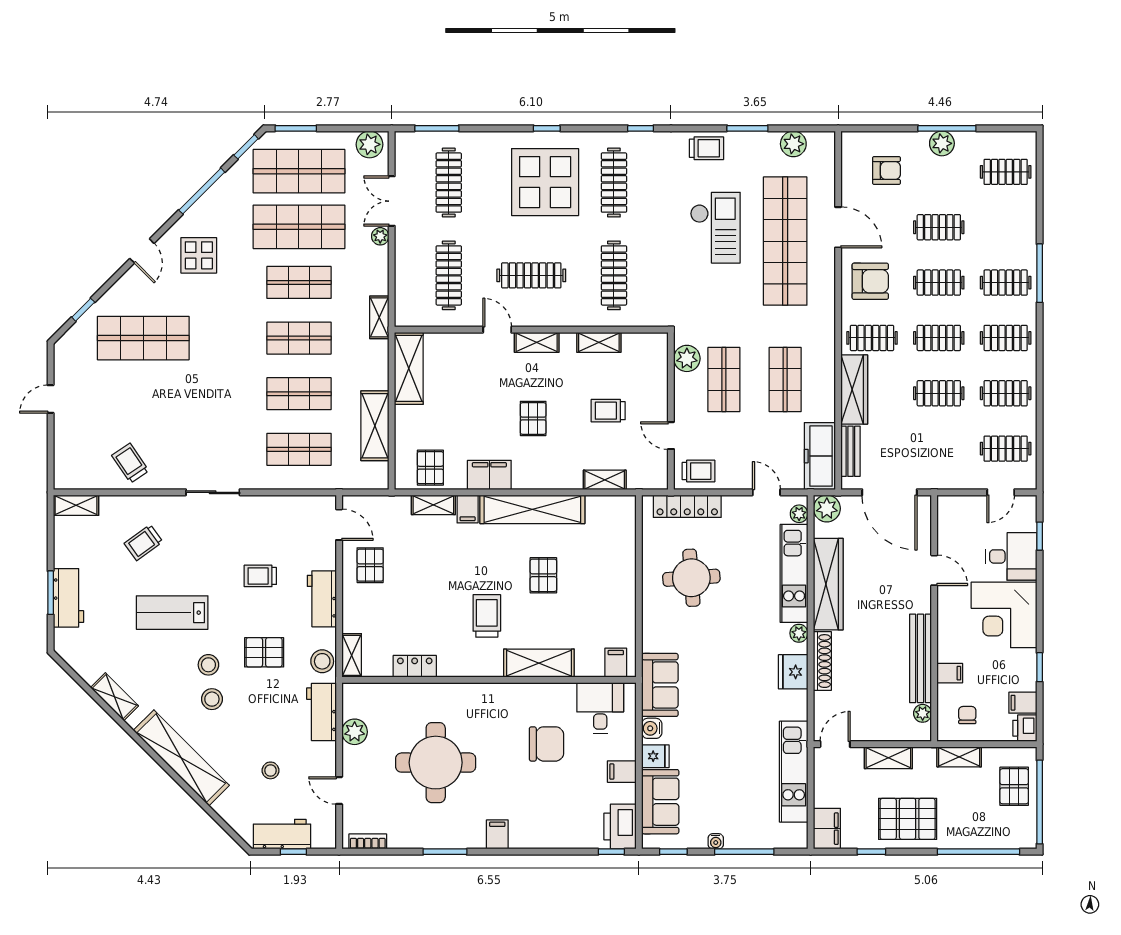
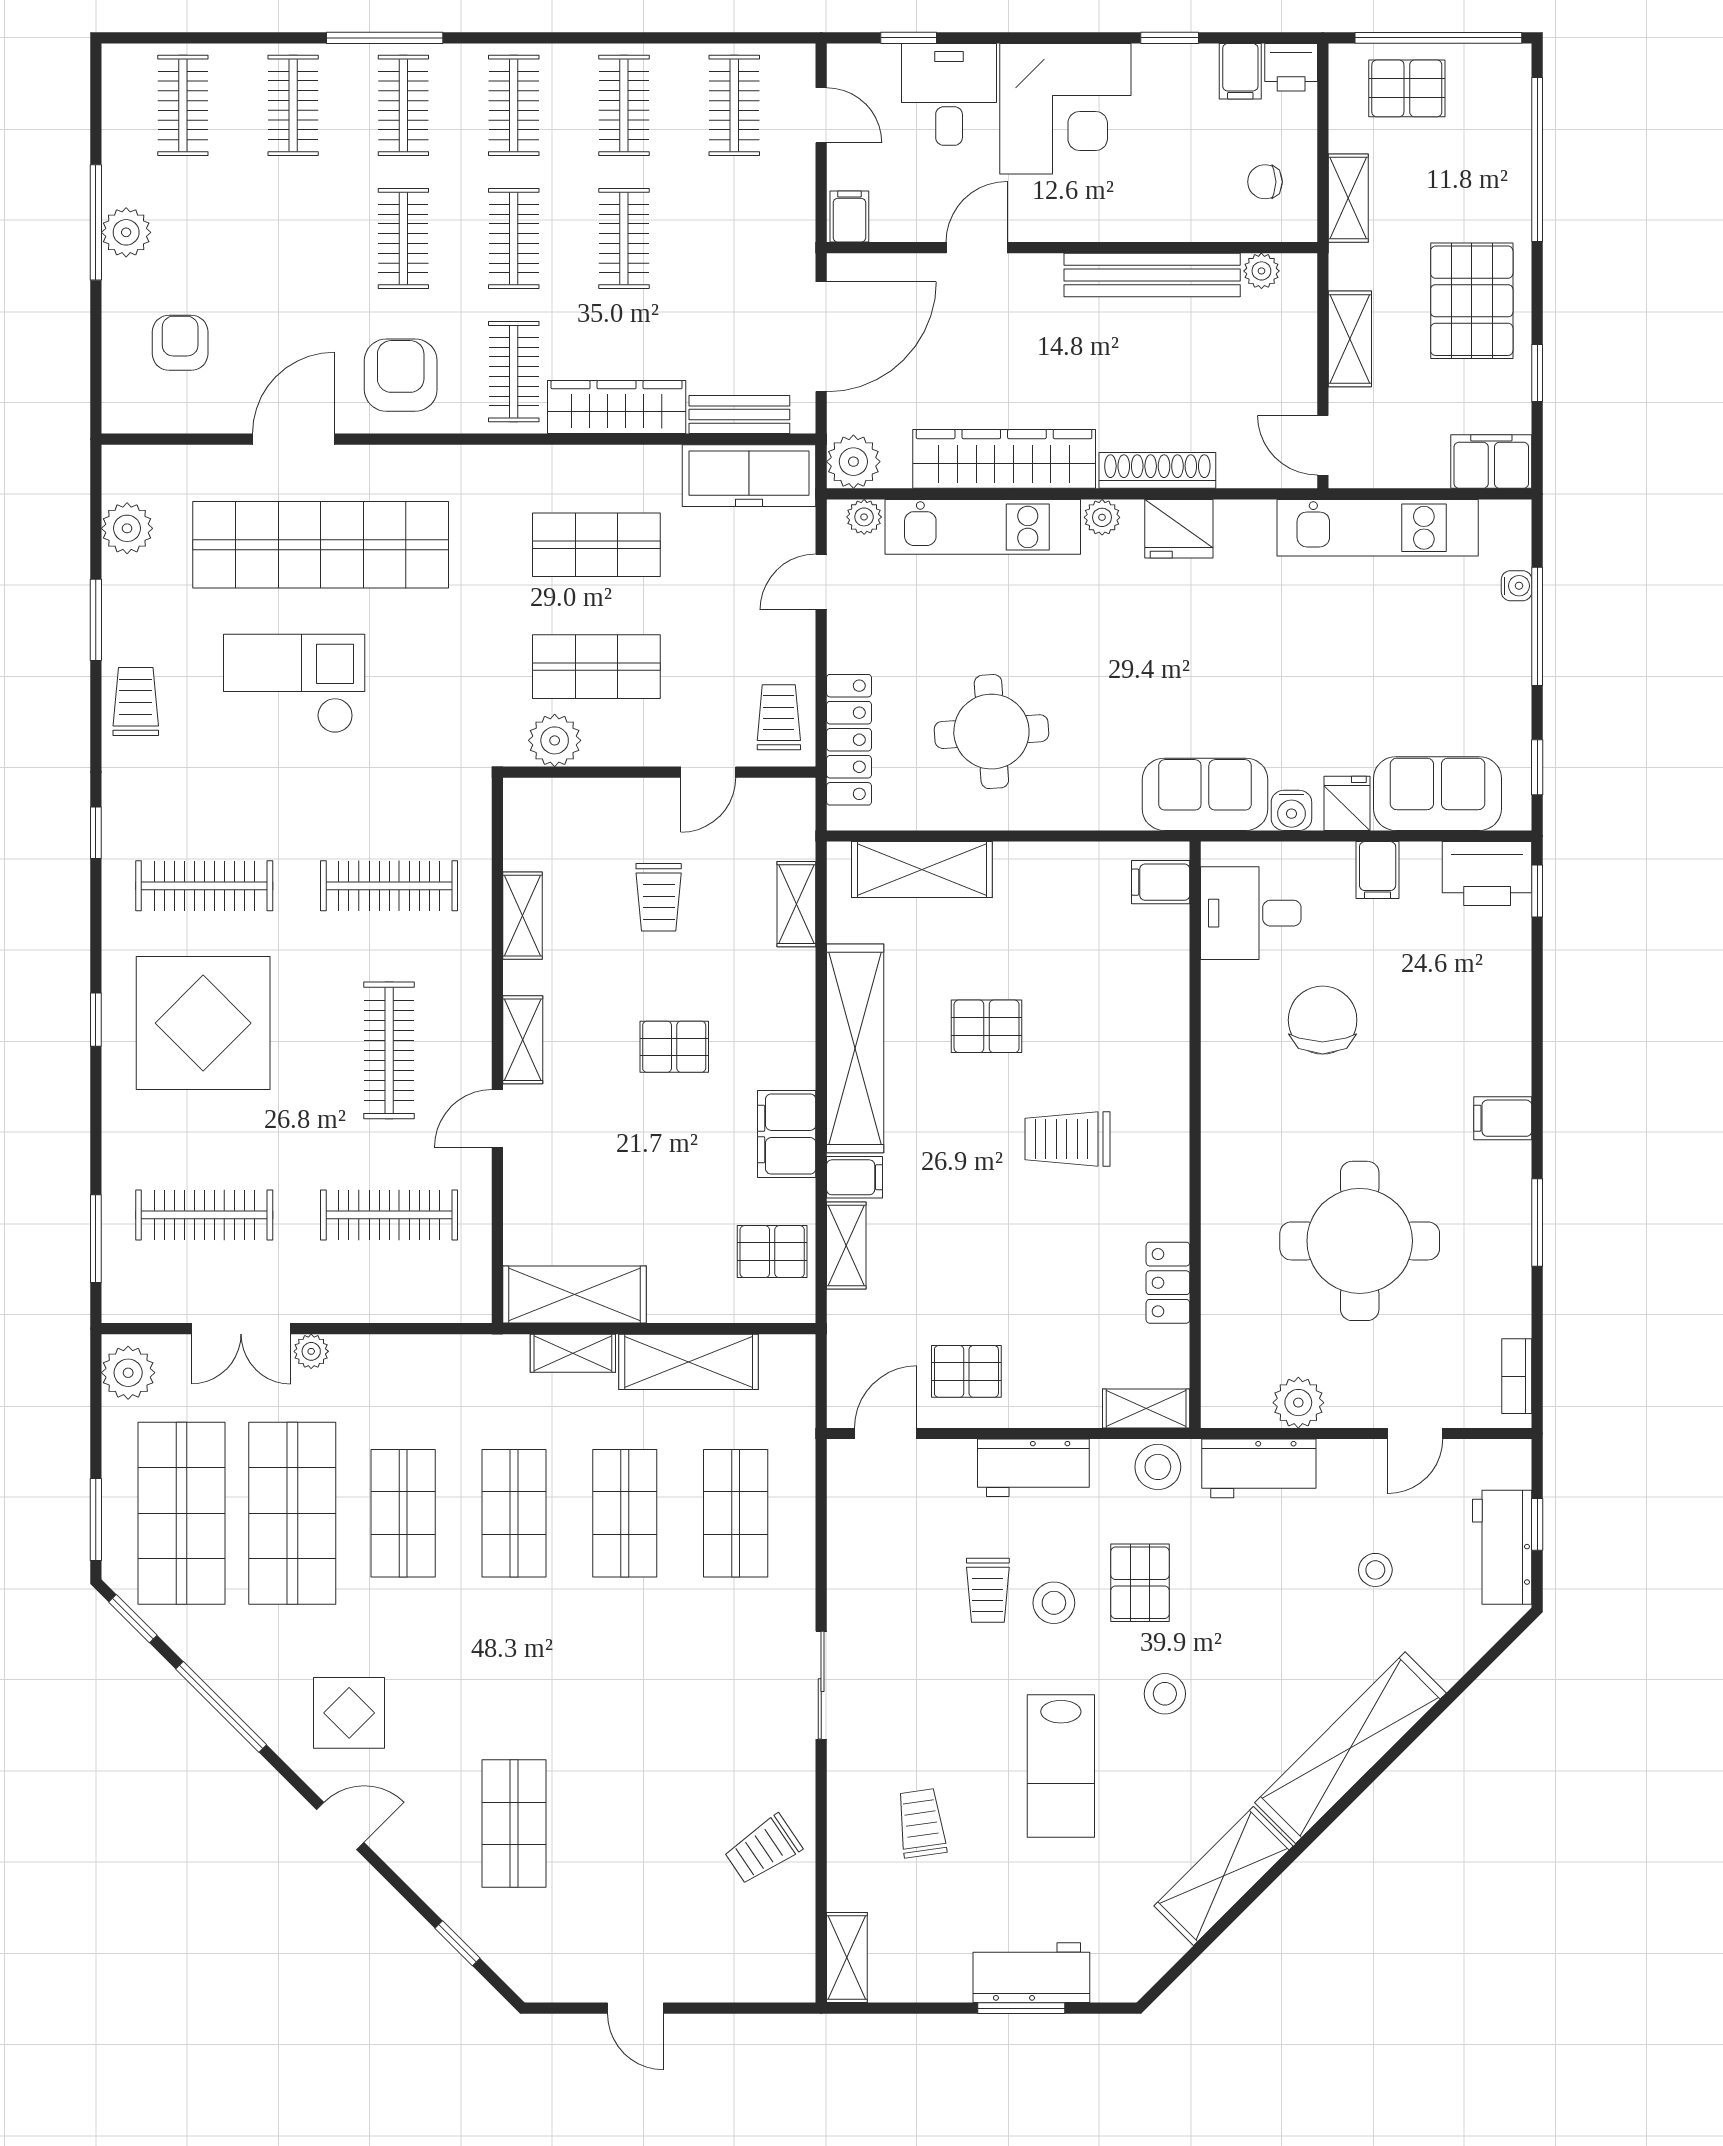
clothes rail: (939, 227) -> (293, 105), moved
shelving: (379, 317) -> (573, 1353), moved
shop shelf: (143, 338) -> (514, 1823), width x0.70, depth x0.74
trolley: (143, 543) -> (921, 1823), turned -152
shelving: (539, 663) -> (922, 870), moved, turned 90
filing cabinet: (950, 673) -> (849, 217), moved
shelving: (114, 697) -> (1224, 1876), width x1.50, depth x1.33
stool: (212, 699) -> (1054, 1603), moved
water cooler: (716, 841) -> (1517, 586), moved

